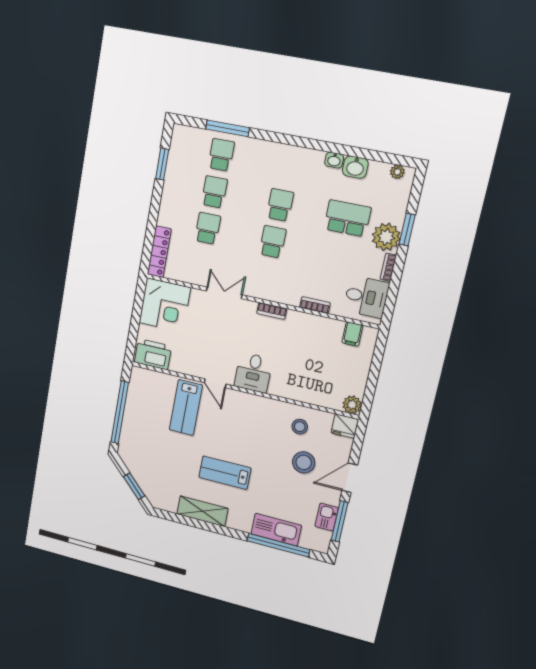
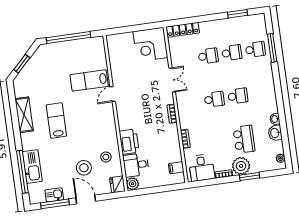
printer: (153, 354) -> (129, 142), moved
desk: (253, 373) -> (136, 165), moved

